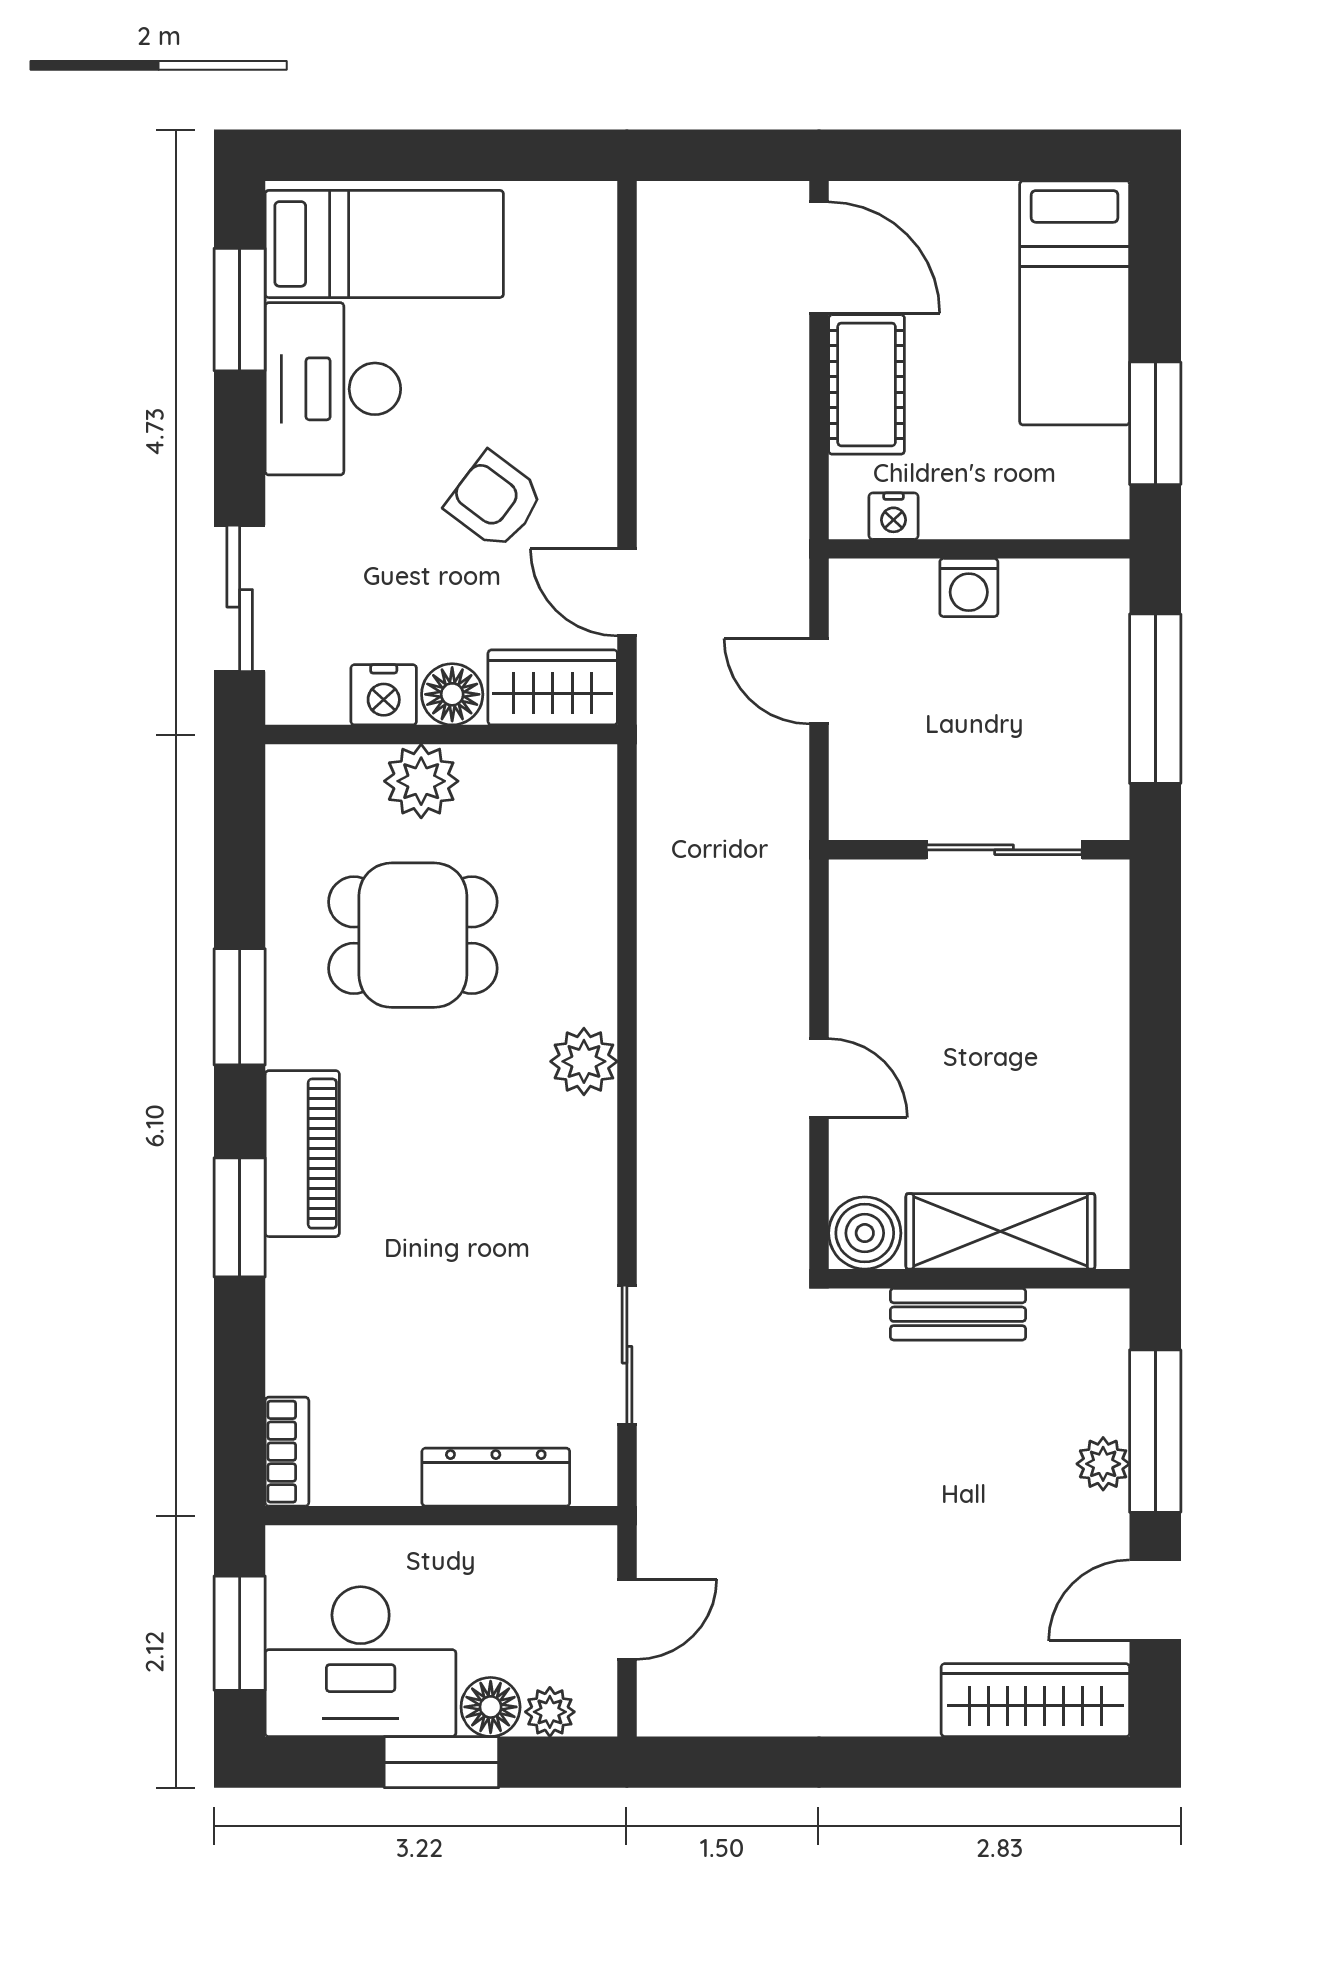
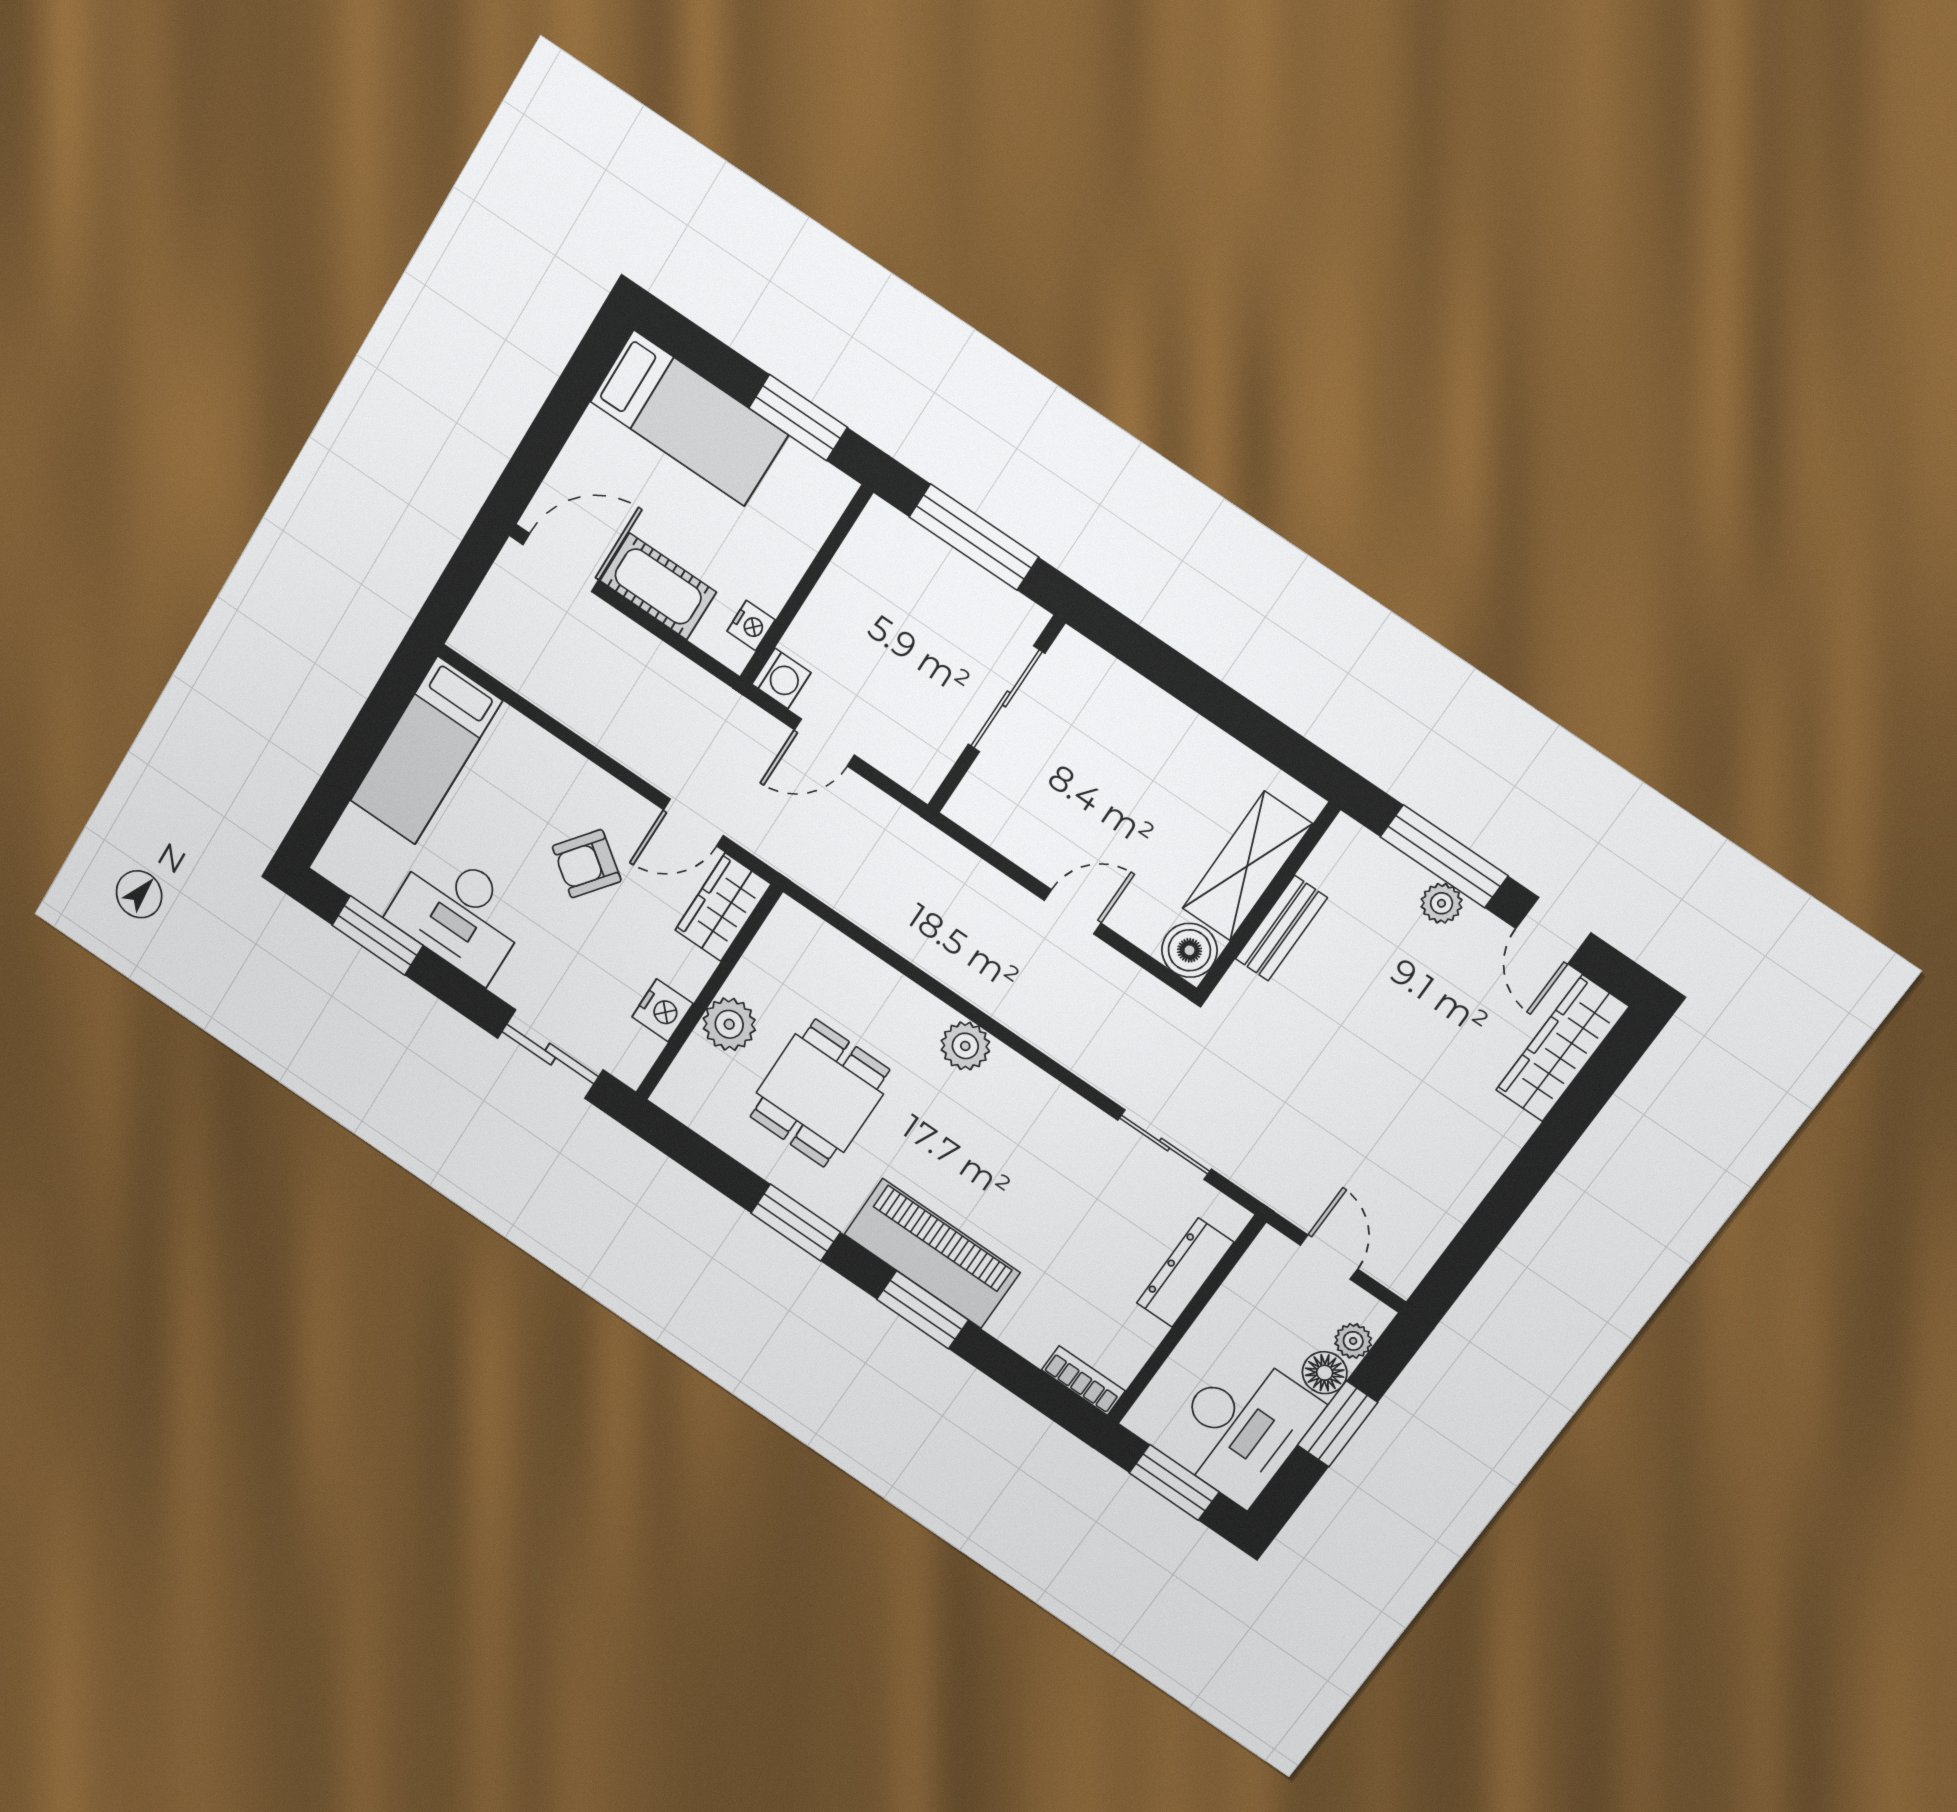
bed: (384, 244) -> (426, 751), moved, turned 180
washing machine: (969, 588) -> (781, 678), moved
floor lamp: (452, 694) -> (688, 970), removed
piano: (302, 1154) -> (932, 1254), width x1.37, depth x1.33

